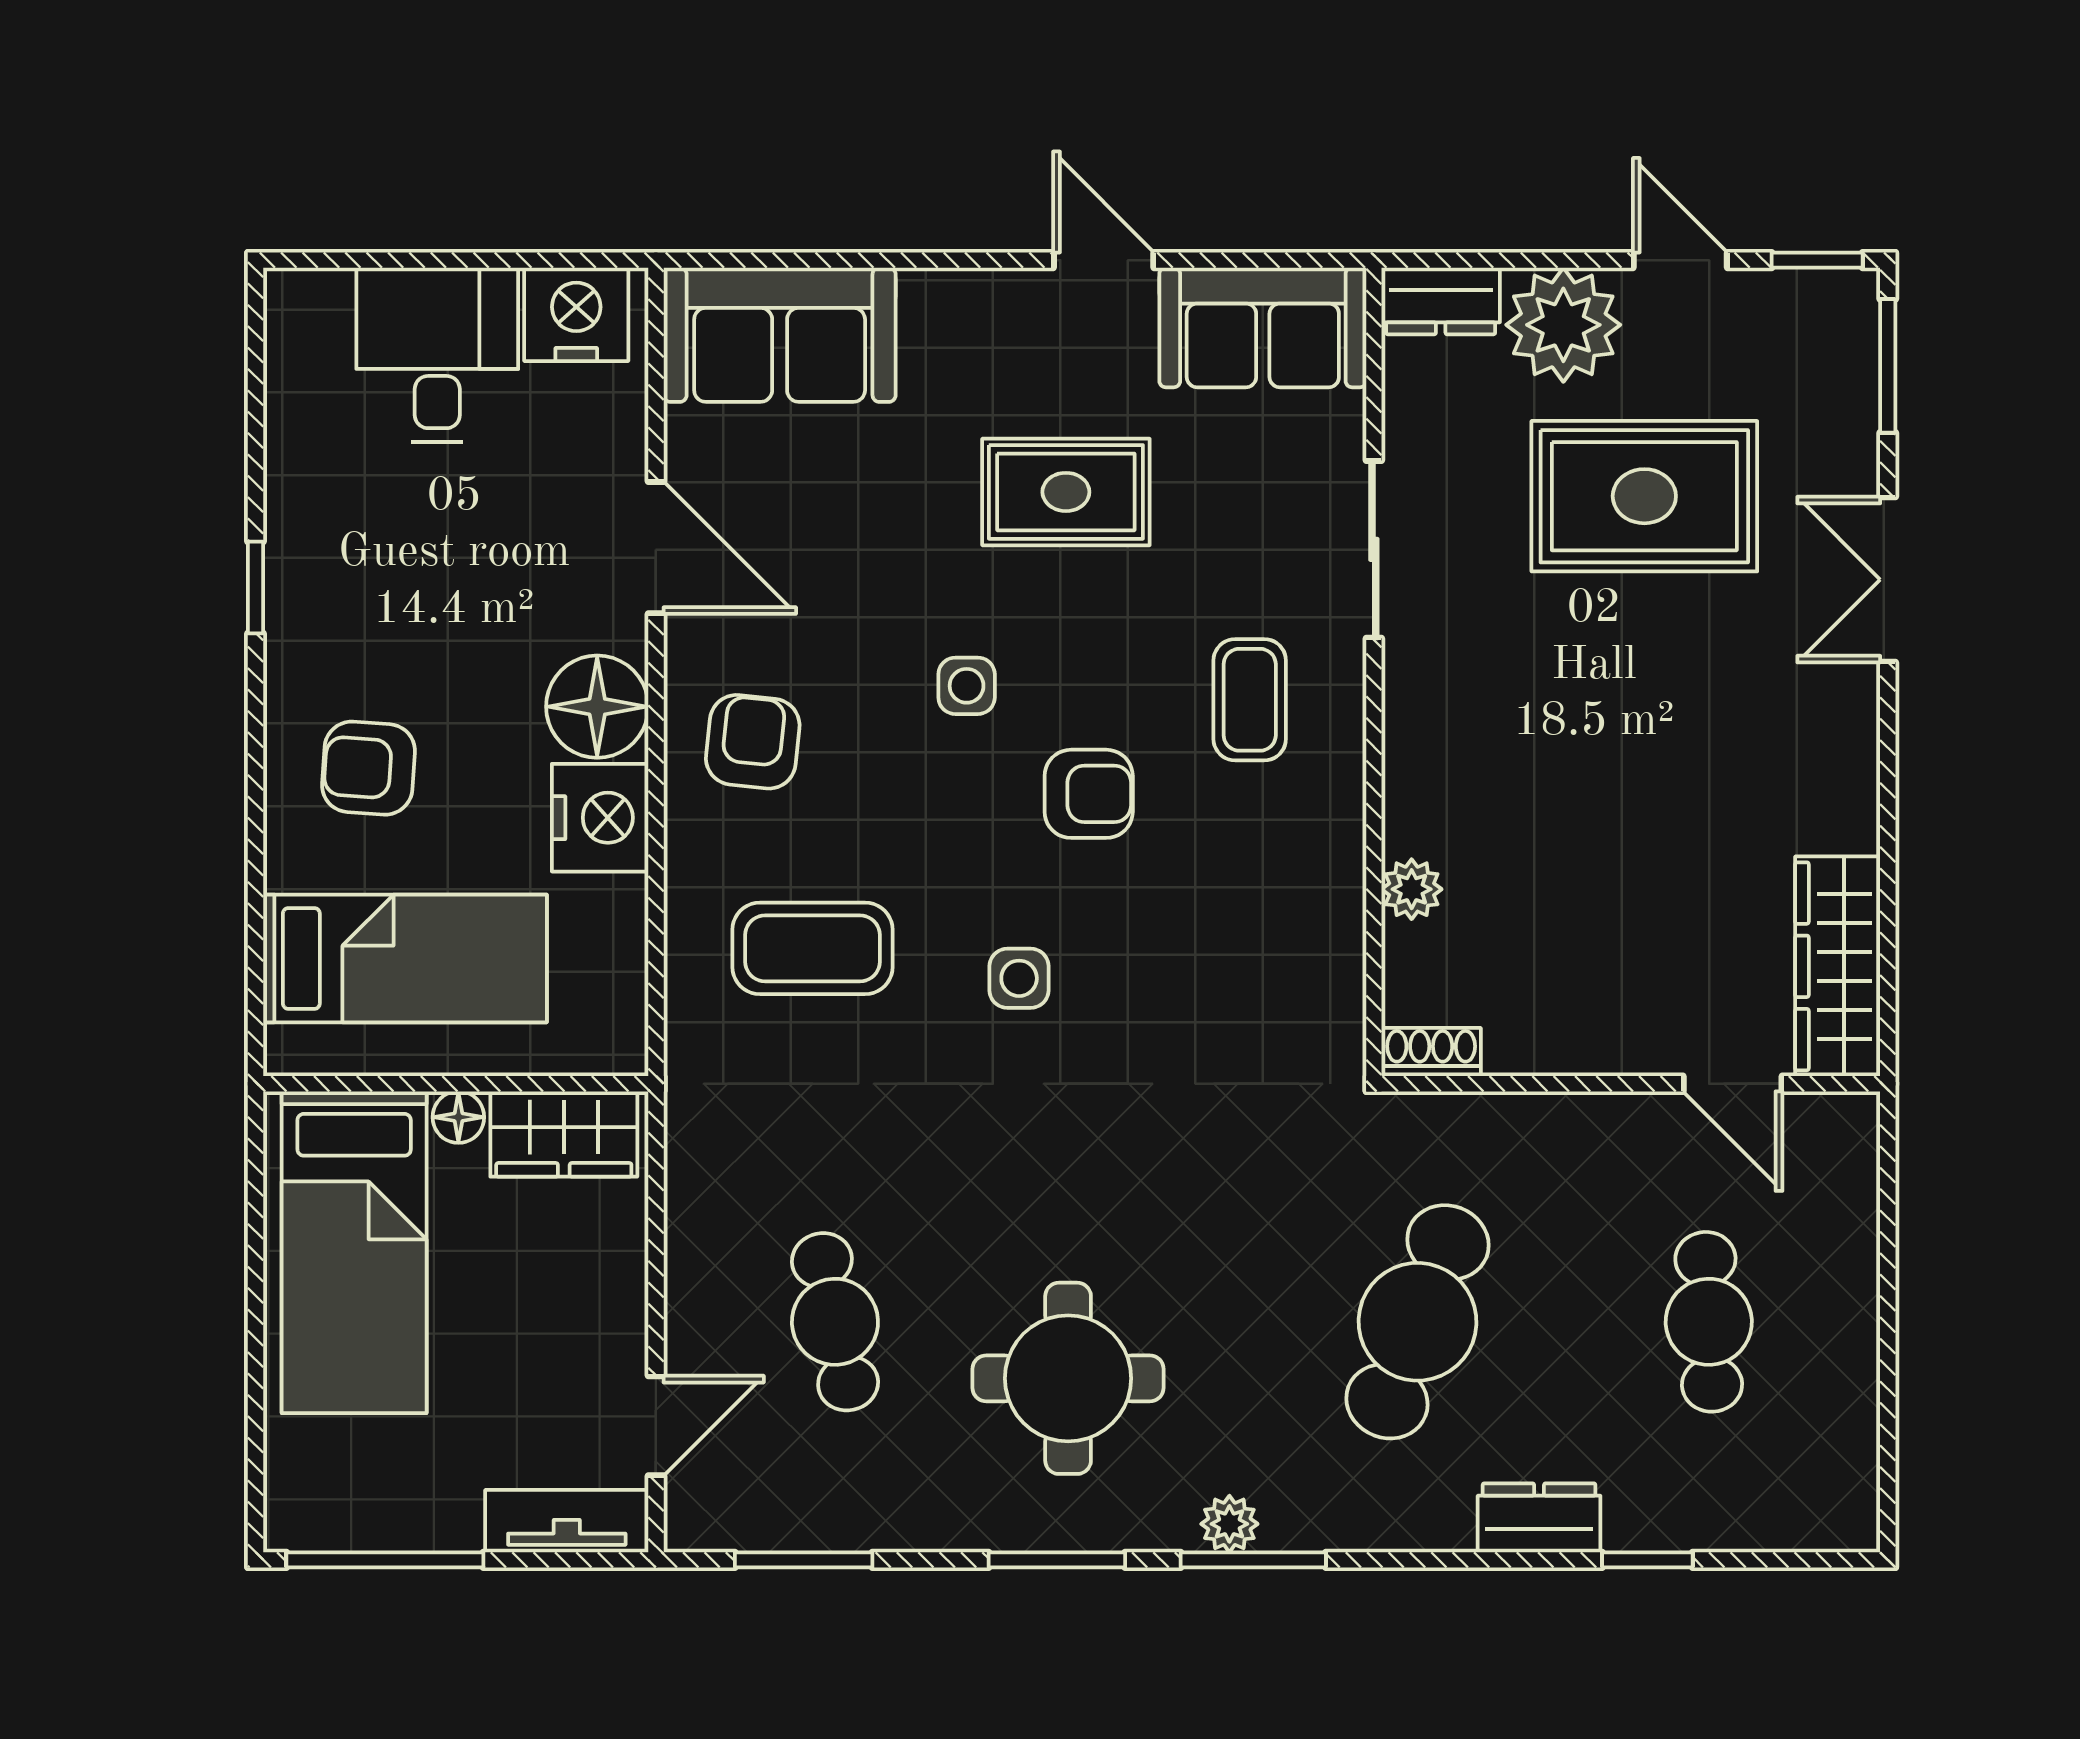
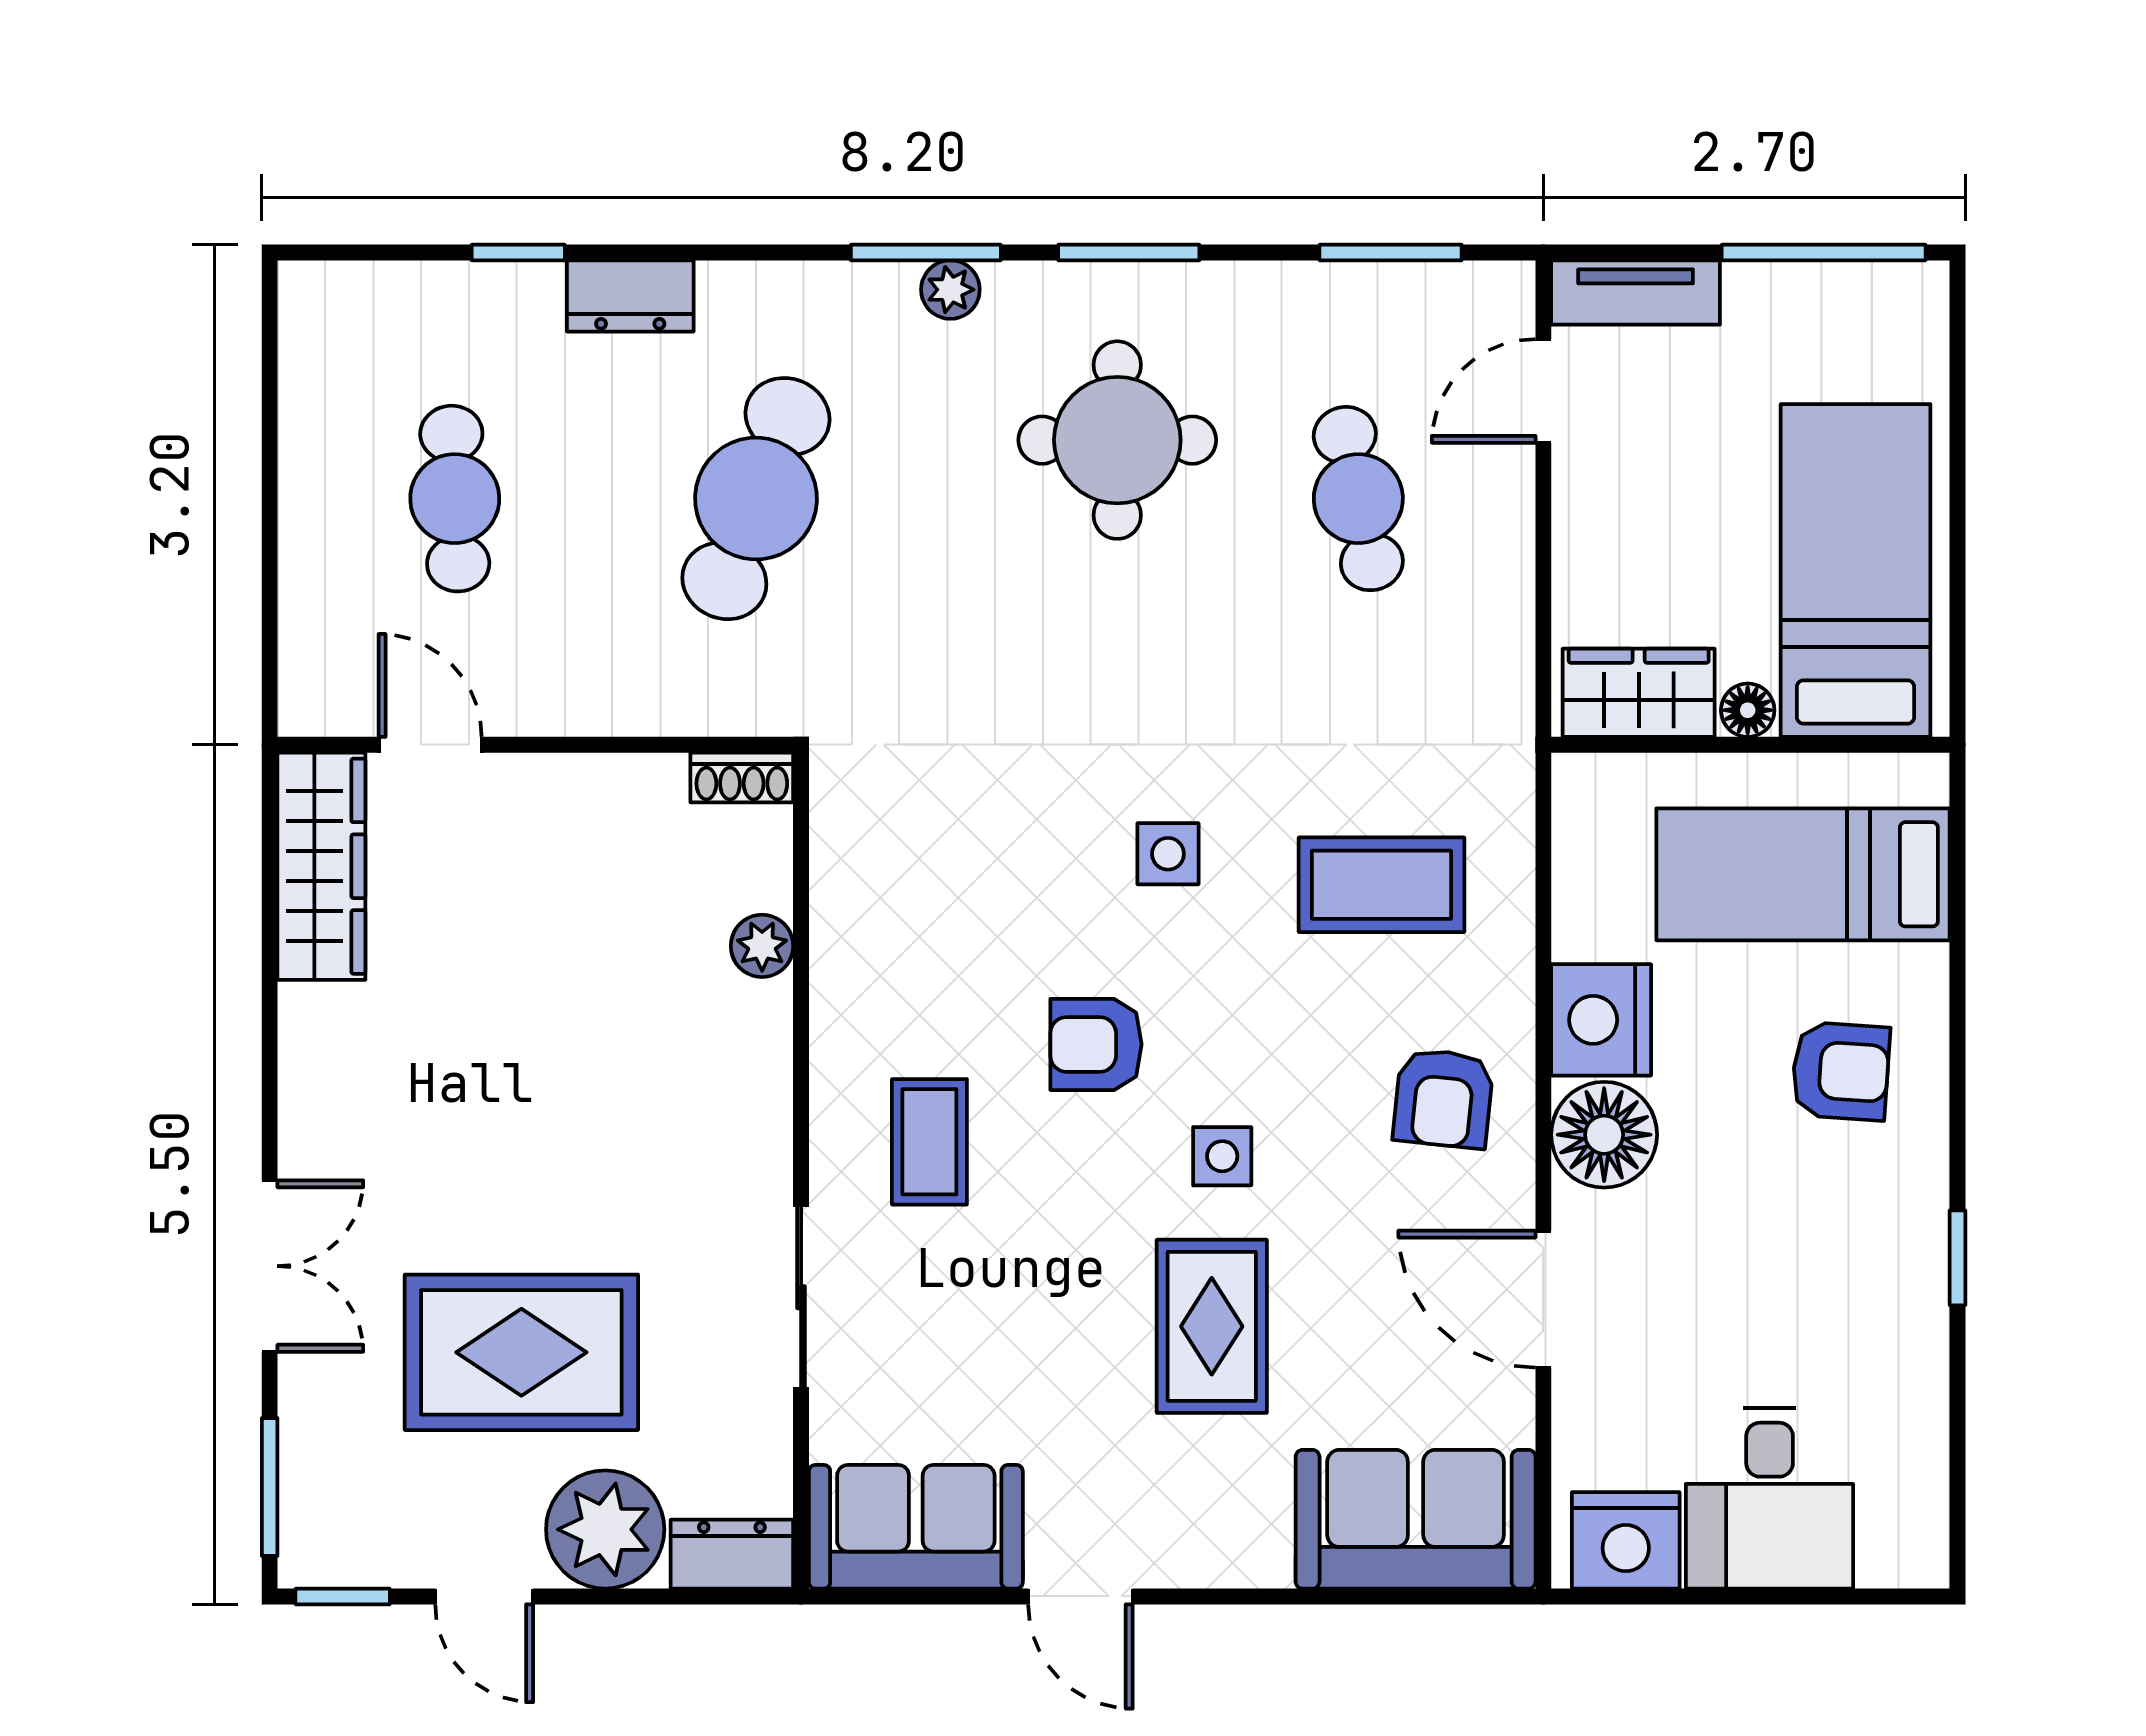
rug: (1066, 492) -> (1212, 1326), moved, turned 90

